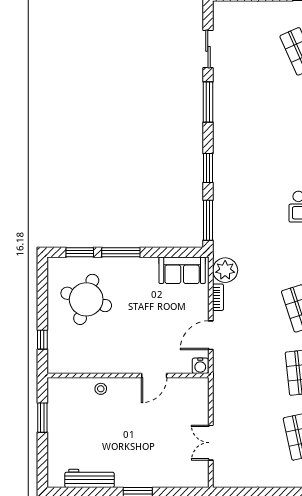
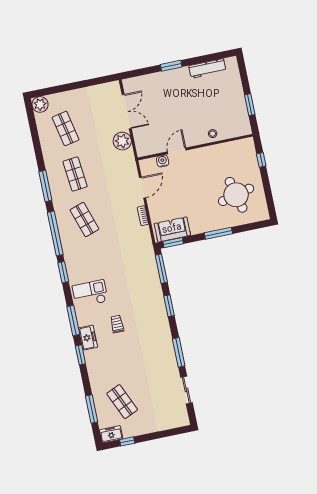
trolley: (284, 158) -> (117, 324), added
window: (80, 252) -> (173, 243), moved
plant: (225, 270) -> (122, 141), moved
round table: (86, 299) -> (236, 195), turned -32
water cooler: (200, 366) -> (163, 161), moved
double door: (211, 443) -> (127, 112), width x1.37

